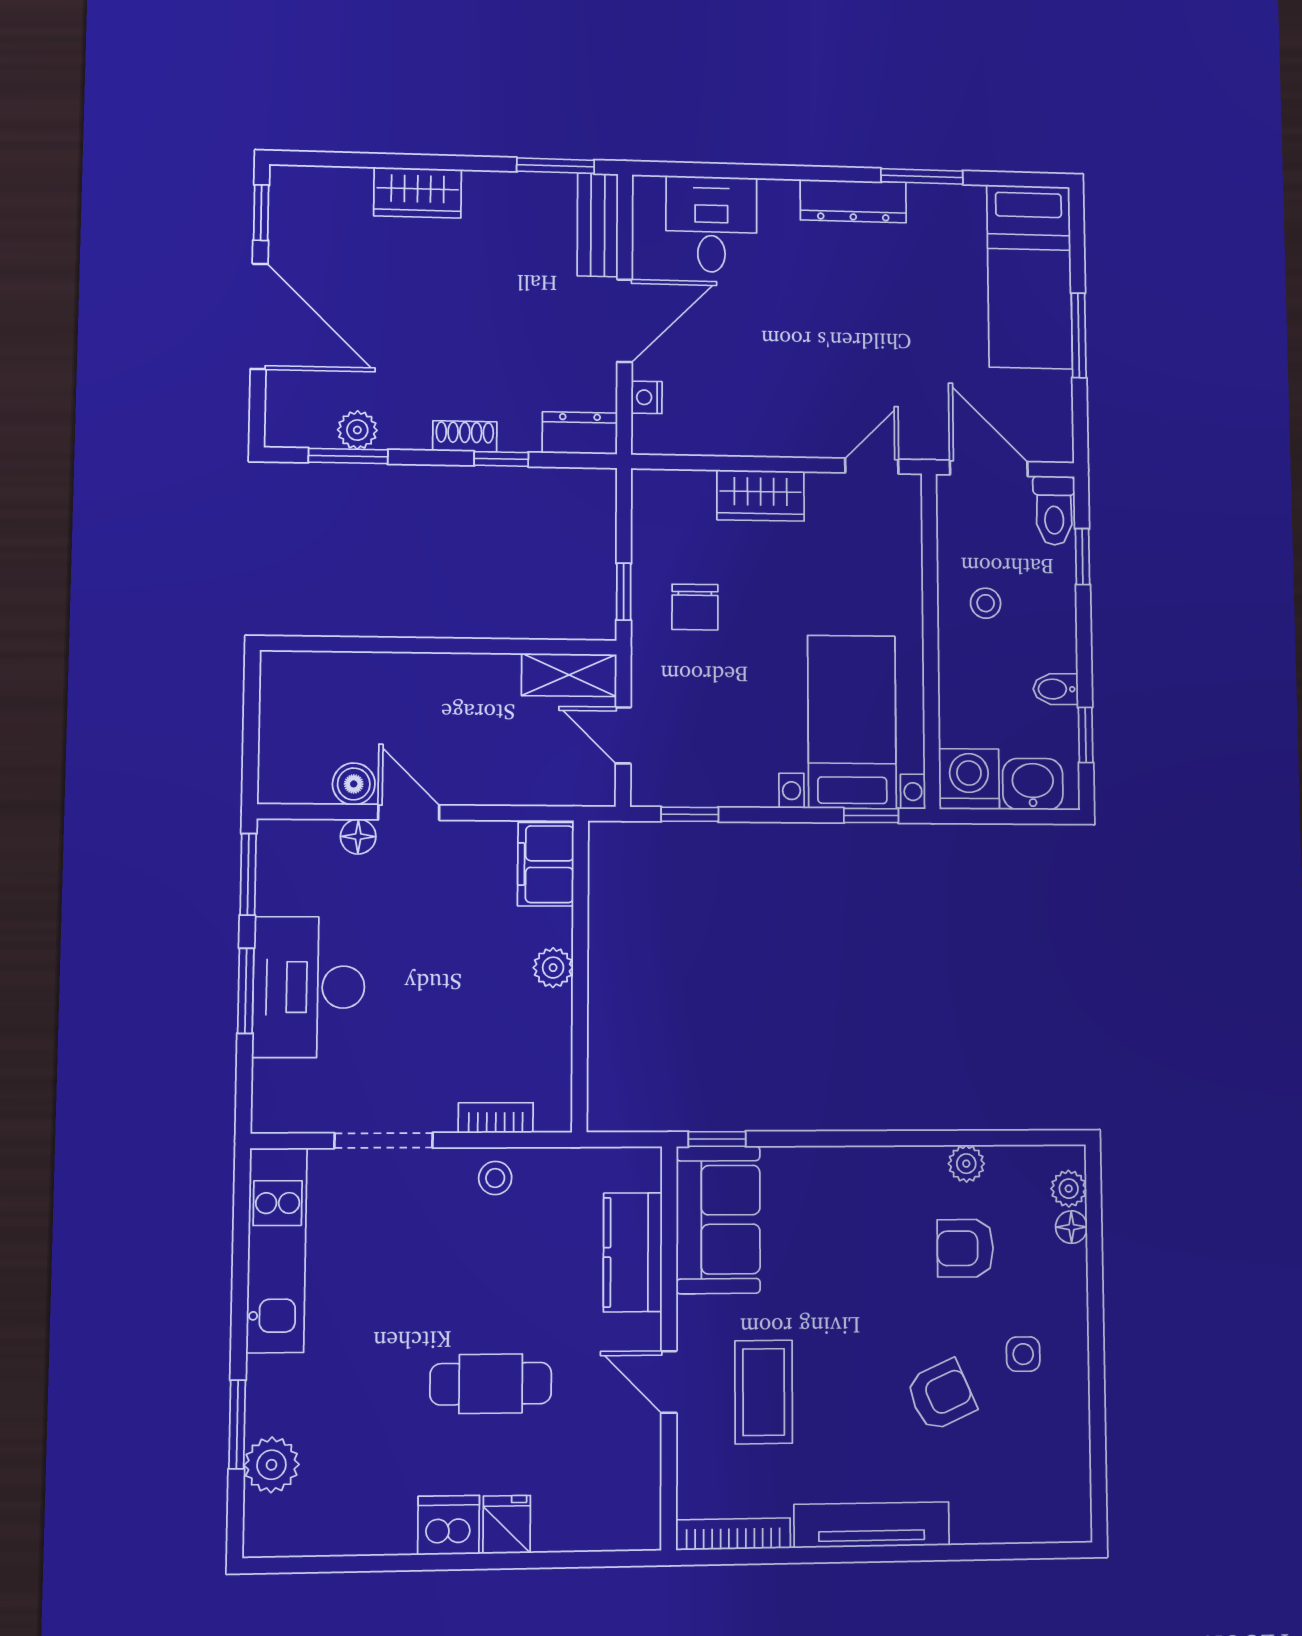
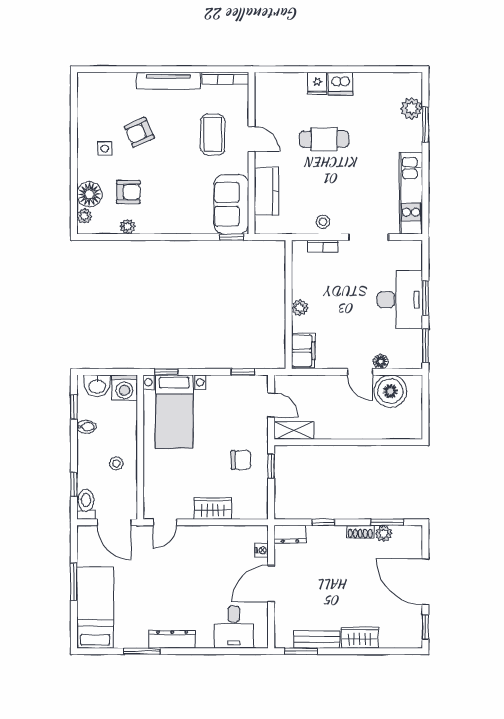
bench: (598, 225) -> (317, 640), moved, turned 90
shoe rack: (465, 436) -> (360, 532), moved
chair: (695, 607) -> (241, 460), turned 90
boiler: (354, 784) -> (390, 391), width x1.86, depth x1.86
floor lamp: (1071, 1227) -> (89, 194), width x1.89, depth x1.89

